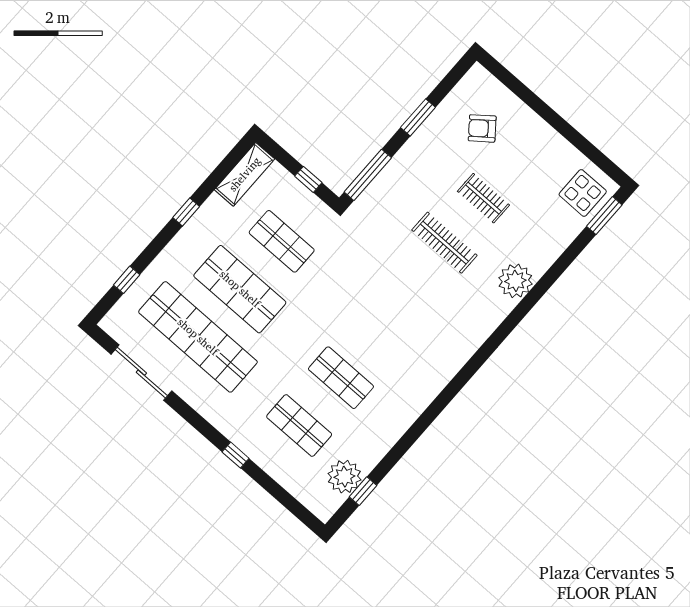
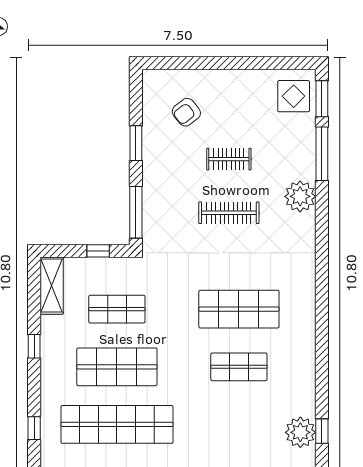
window: (564, 261) -> (322, 154), added
shop shelf: (299, 425) -> (239, 309), moved, width x1.43, depth x1.36

